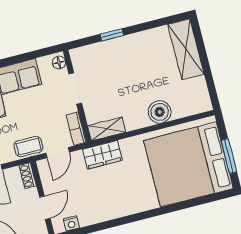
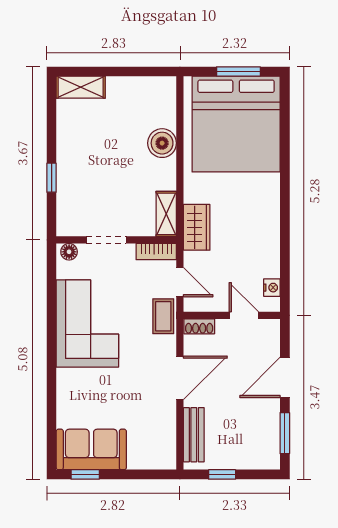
shelving: (186, 49) -> (81, 87), width x0.67, depth x0.75

